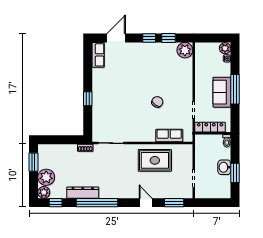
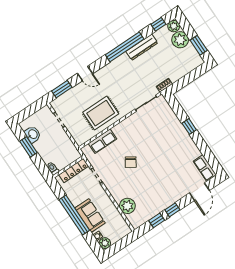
plant: (185, 50) -> (127, 206), moved
window: (235, 89) -> (74, 215), width x1.46
sofa: (222, 92) -> (90, 216), moved
washbasin: (224, 167) -> (33, 134), moved

